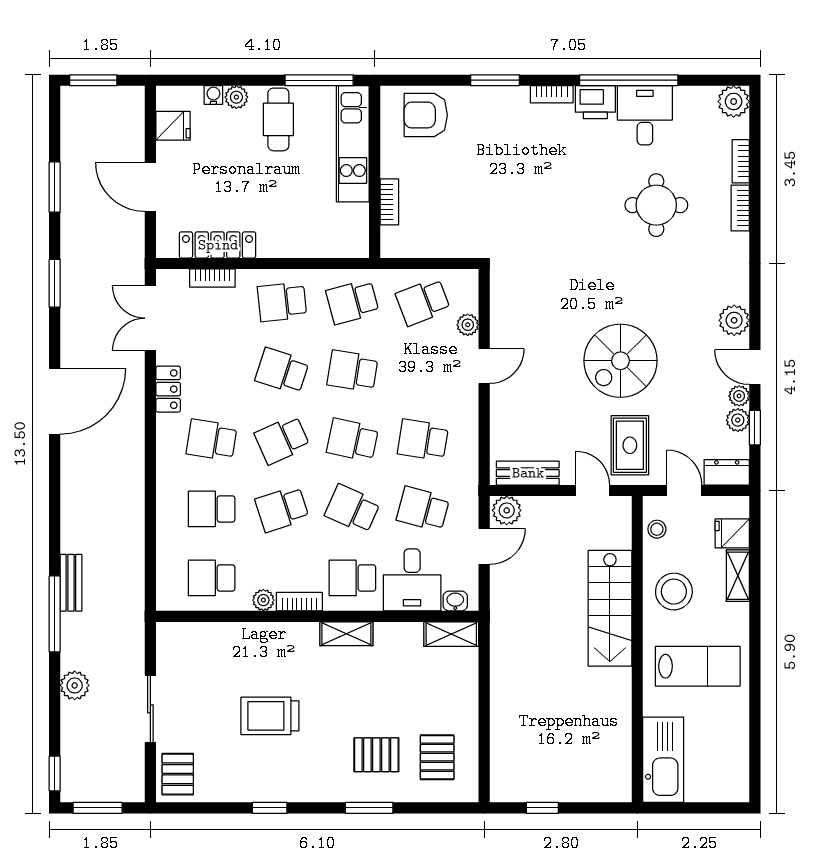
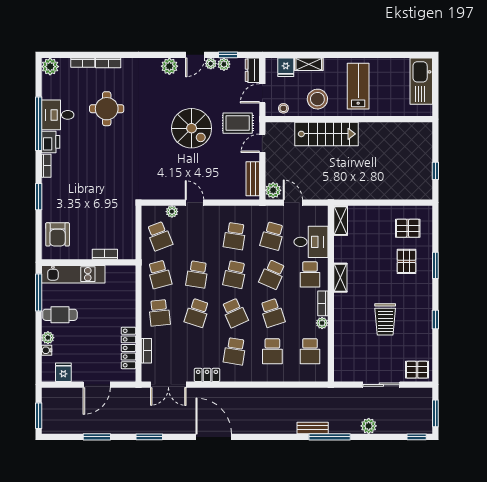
washbasin: (455, 601) -> (323, 218), removed
kitchen sink: (663, 760) -> (421, 81), moved, turned -90

